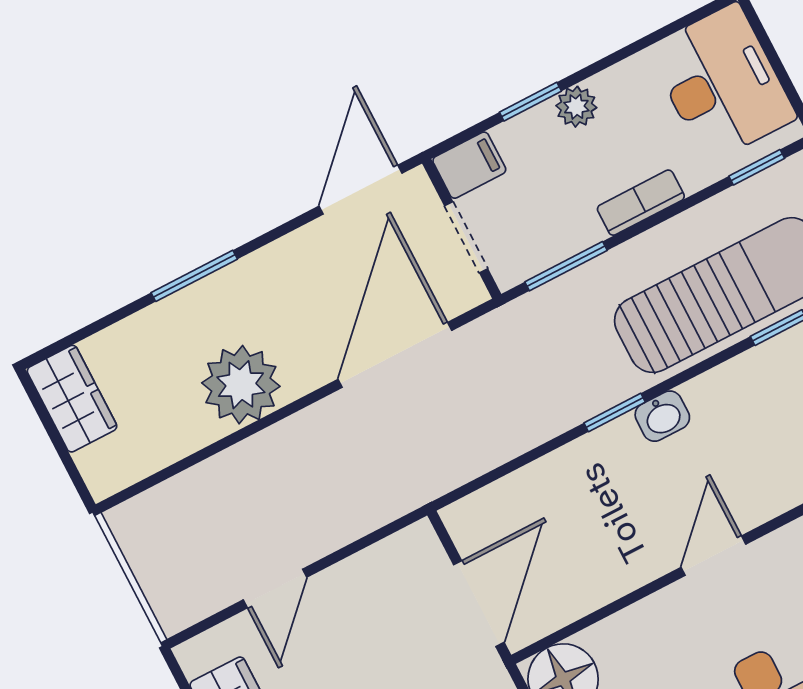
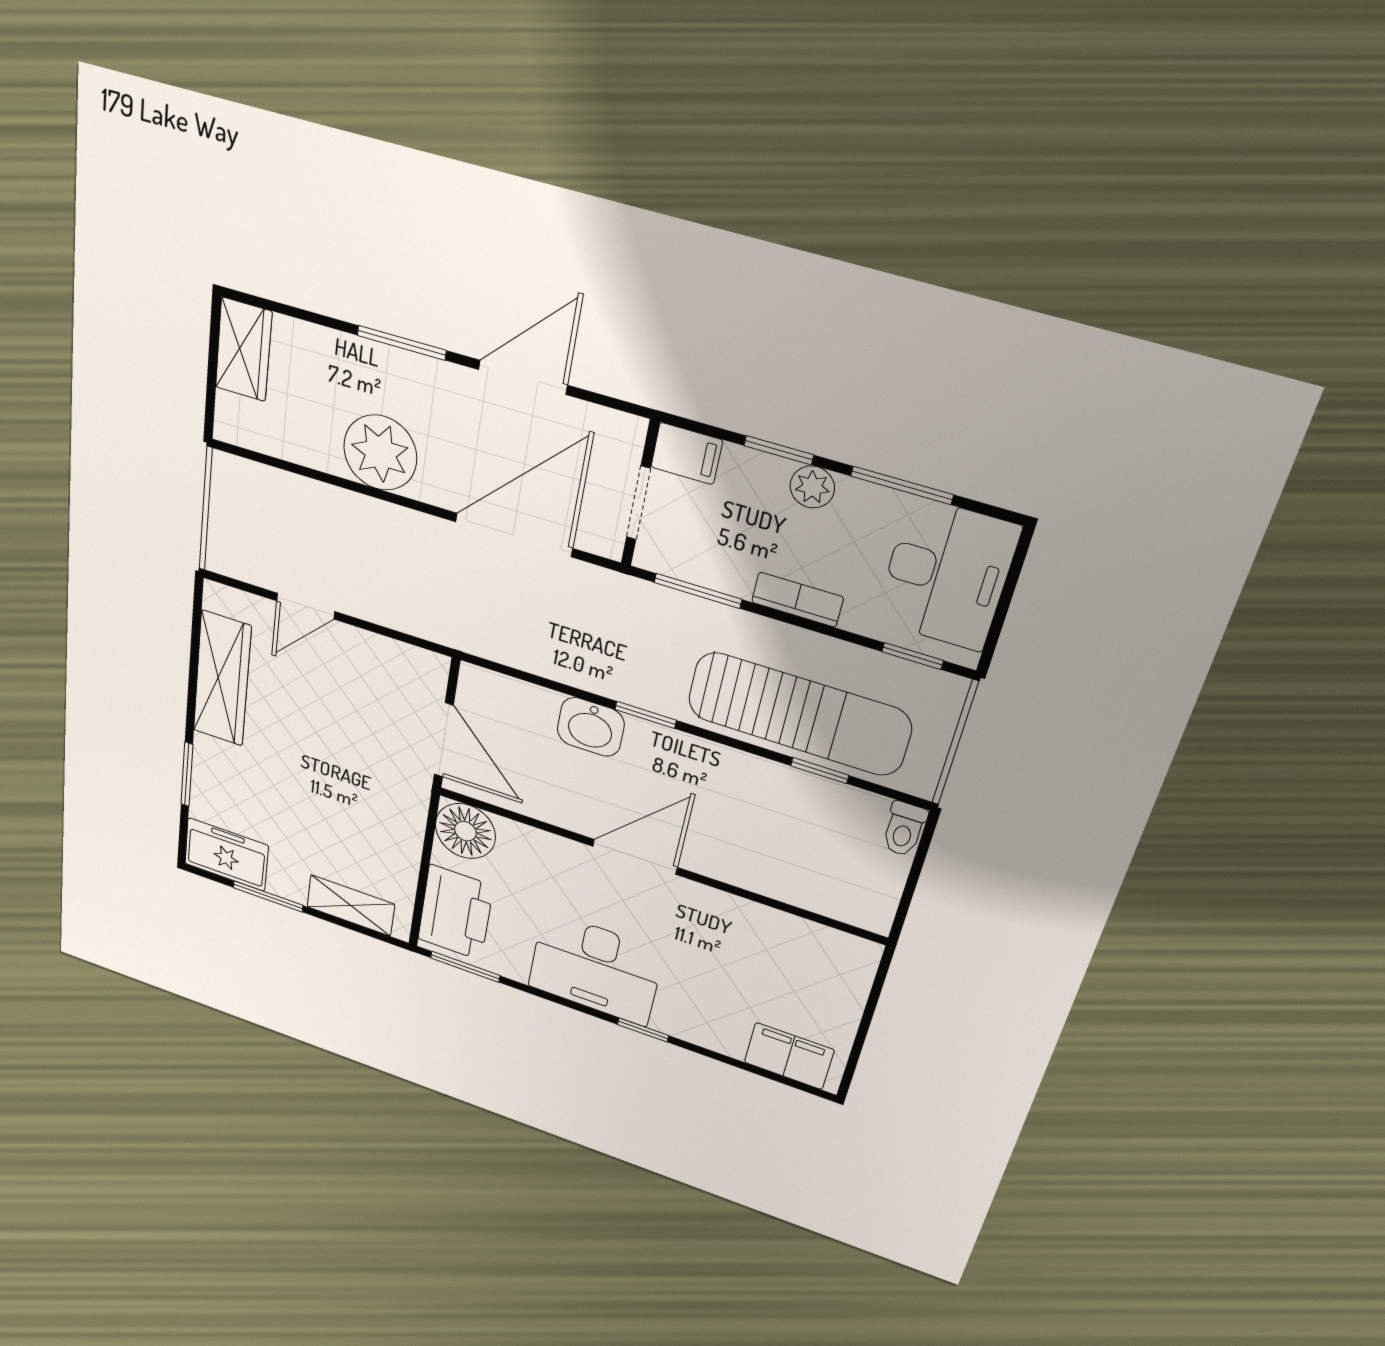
window: (634, 48) -> (902, 485), added
door: (361, 190) -> (523, 377), moved
washbasin: (662, 416) -> (591, 727), moved, width x1.38, depth x1.45
door: (713, 556) -> (635, 857), width x1.38
door: (479, 604) -> (444, 740), hinge flipped

